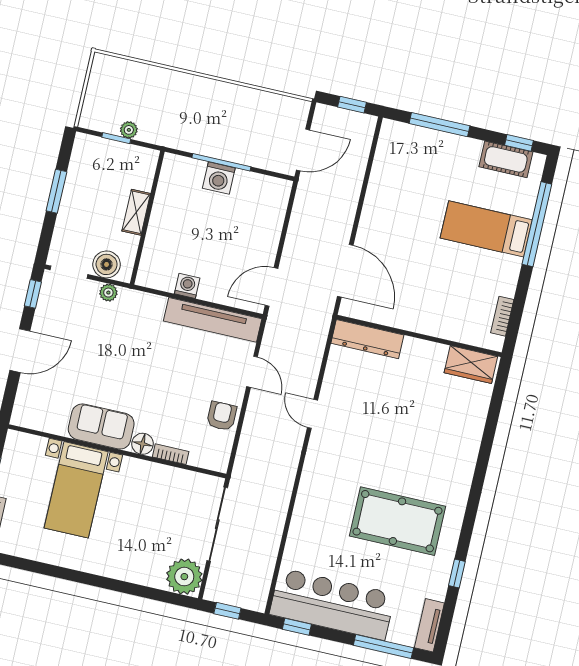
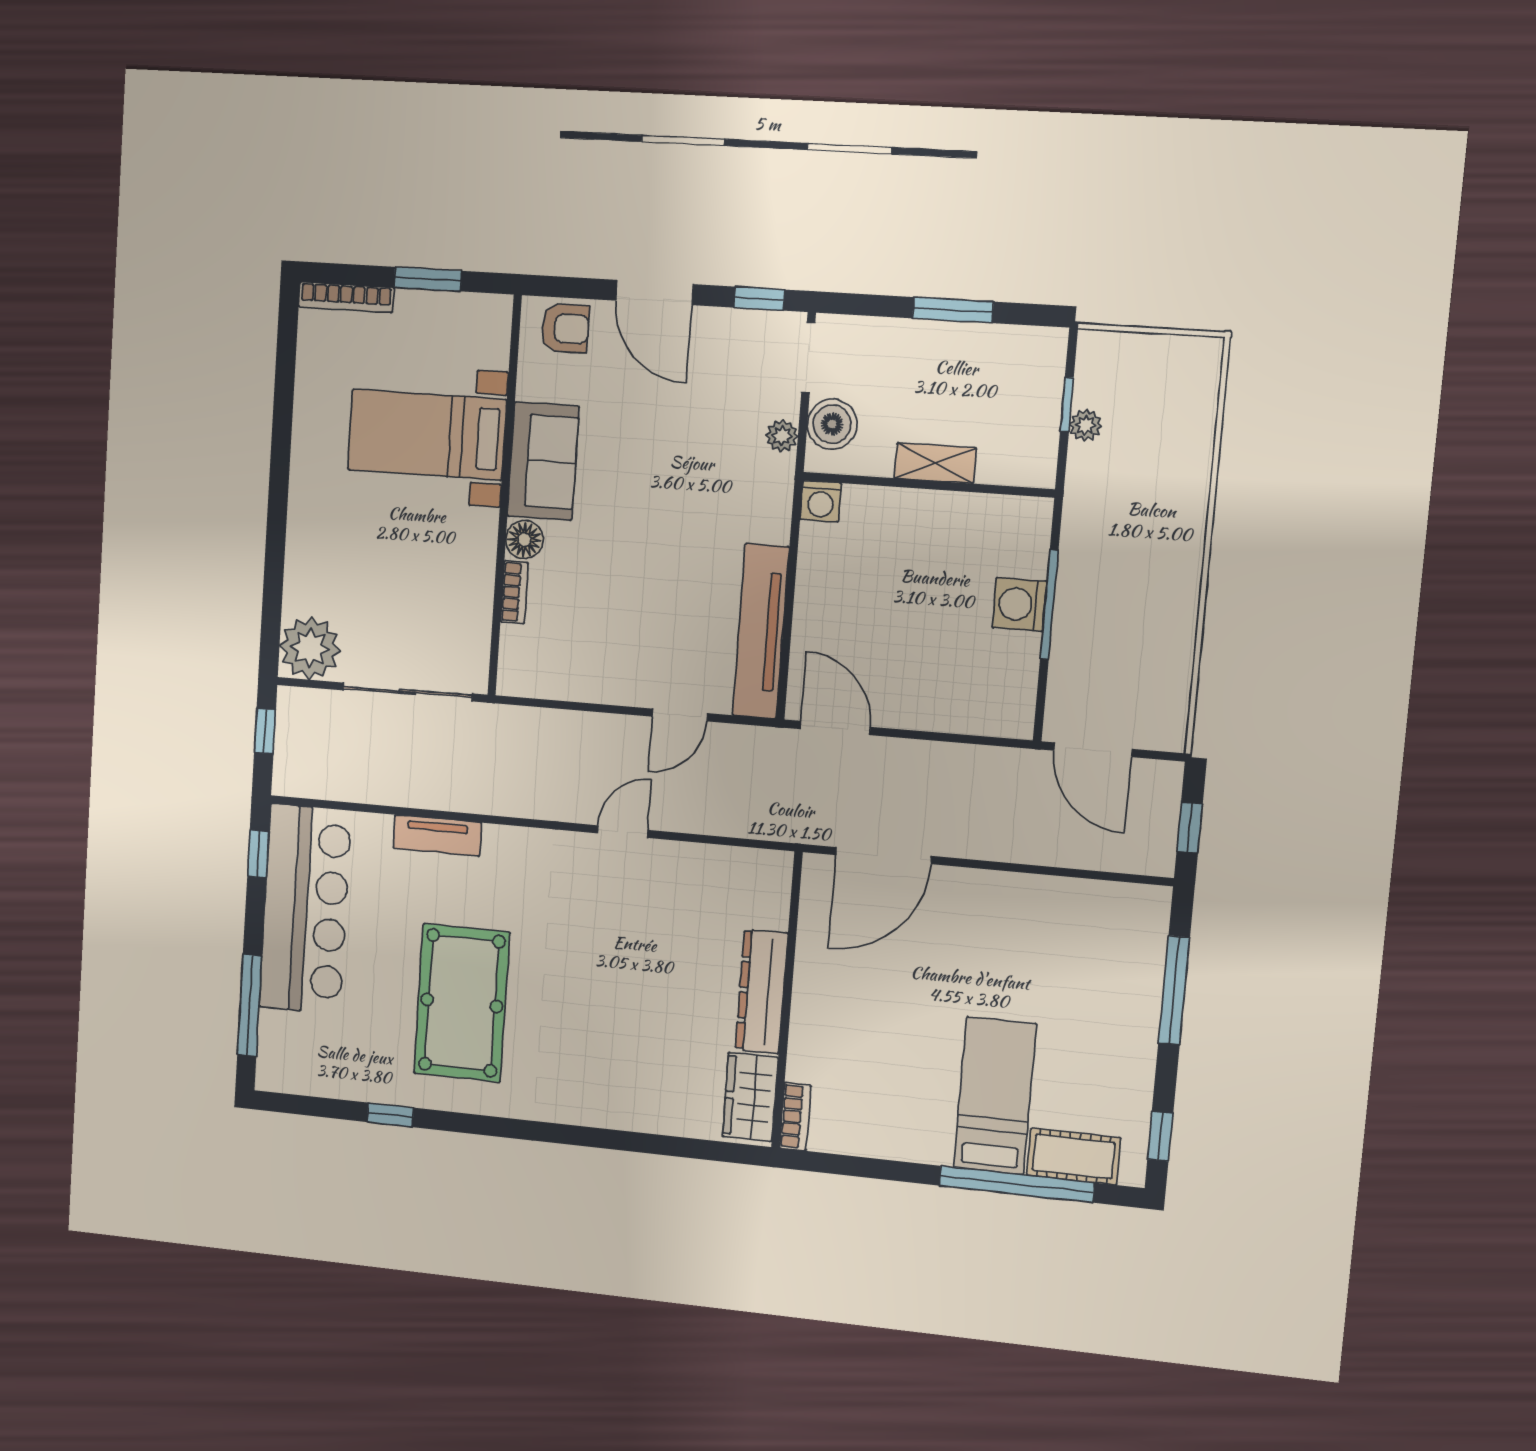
cot: (506, 159) -> (1074, 1156), moved, turned 90
washing machine: (187, 286) -> (821, 501), moved, turned 90
bookcase: (502, 316) -> (795, 1117), moved, turned 90
dresser: (367, 339) -> (761, 991), moved
armchair: (222, 416) -> (565, 328), moved
tv unit: (429, 625) -> (437, 835), moved, turned 180

